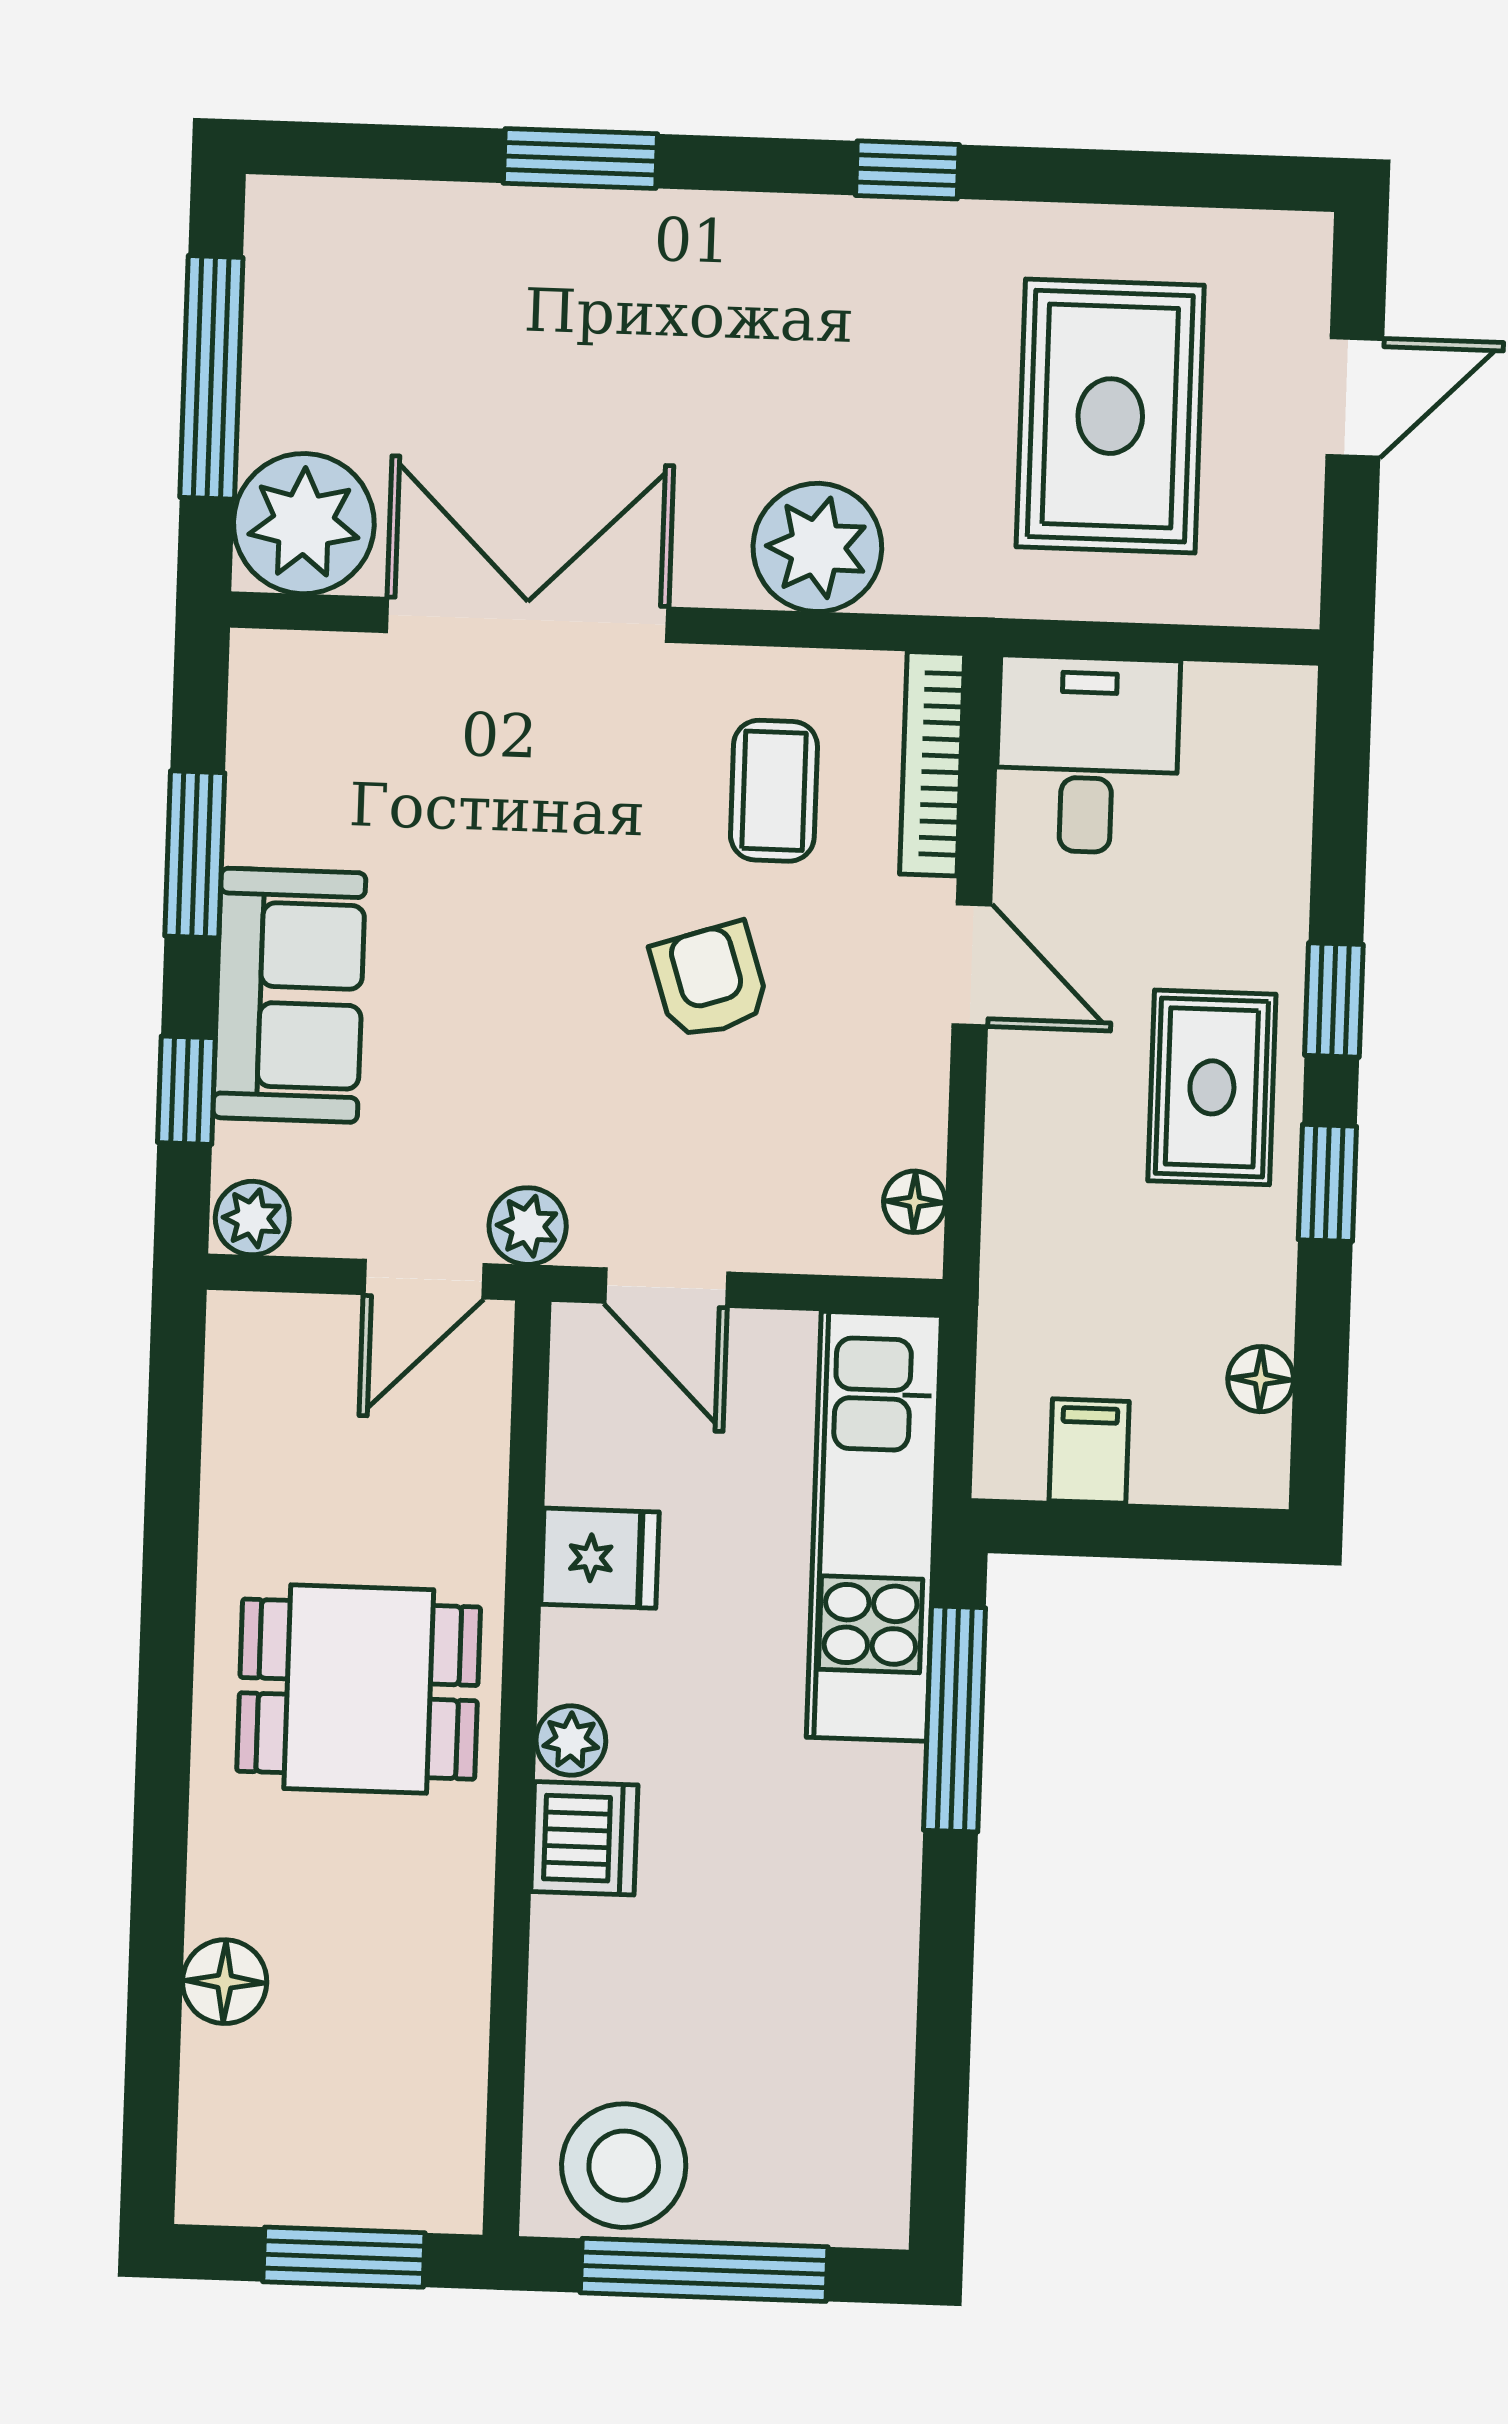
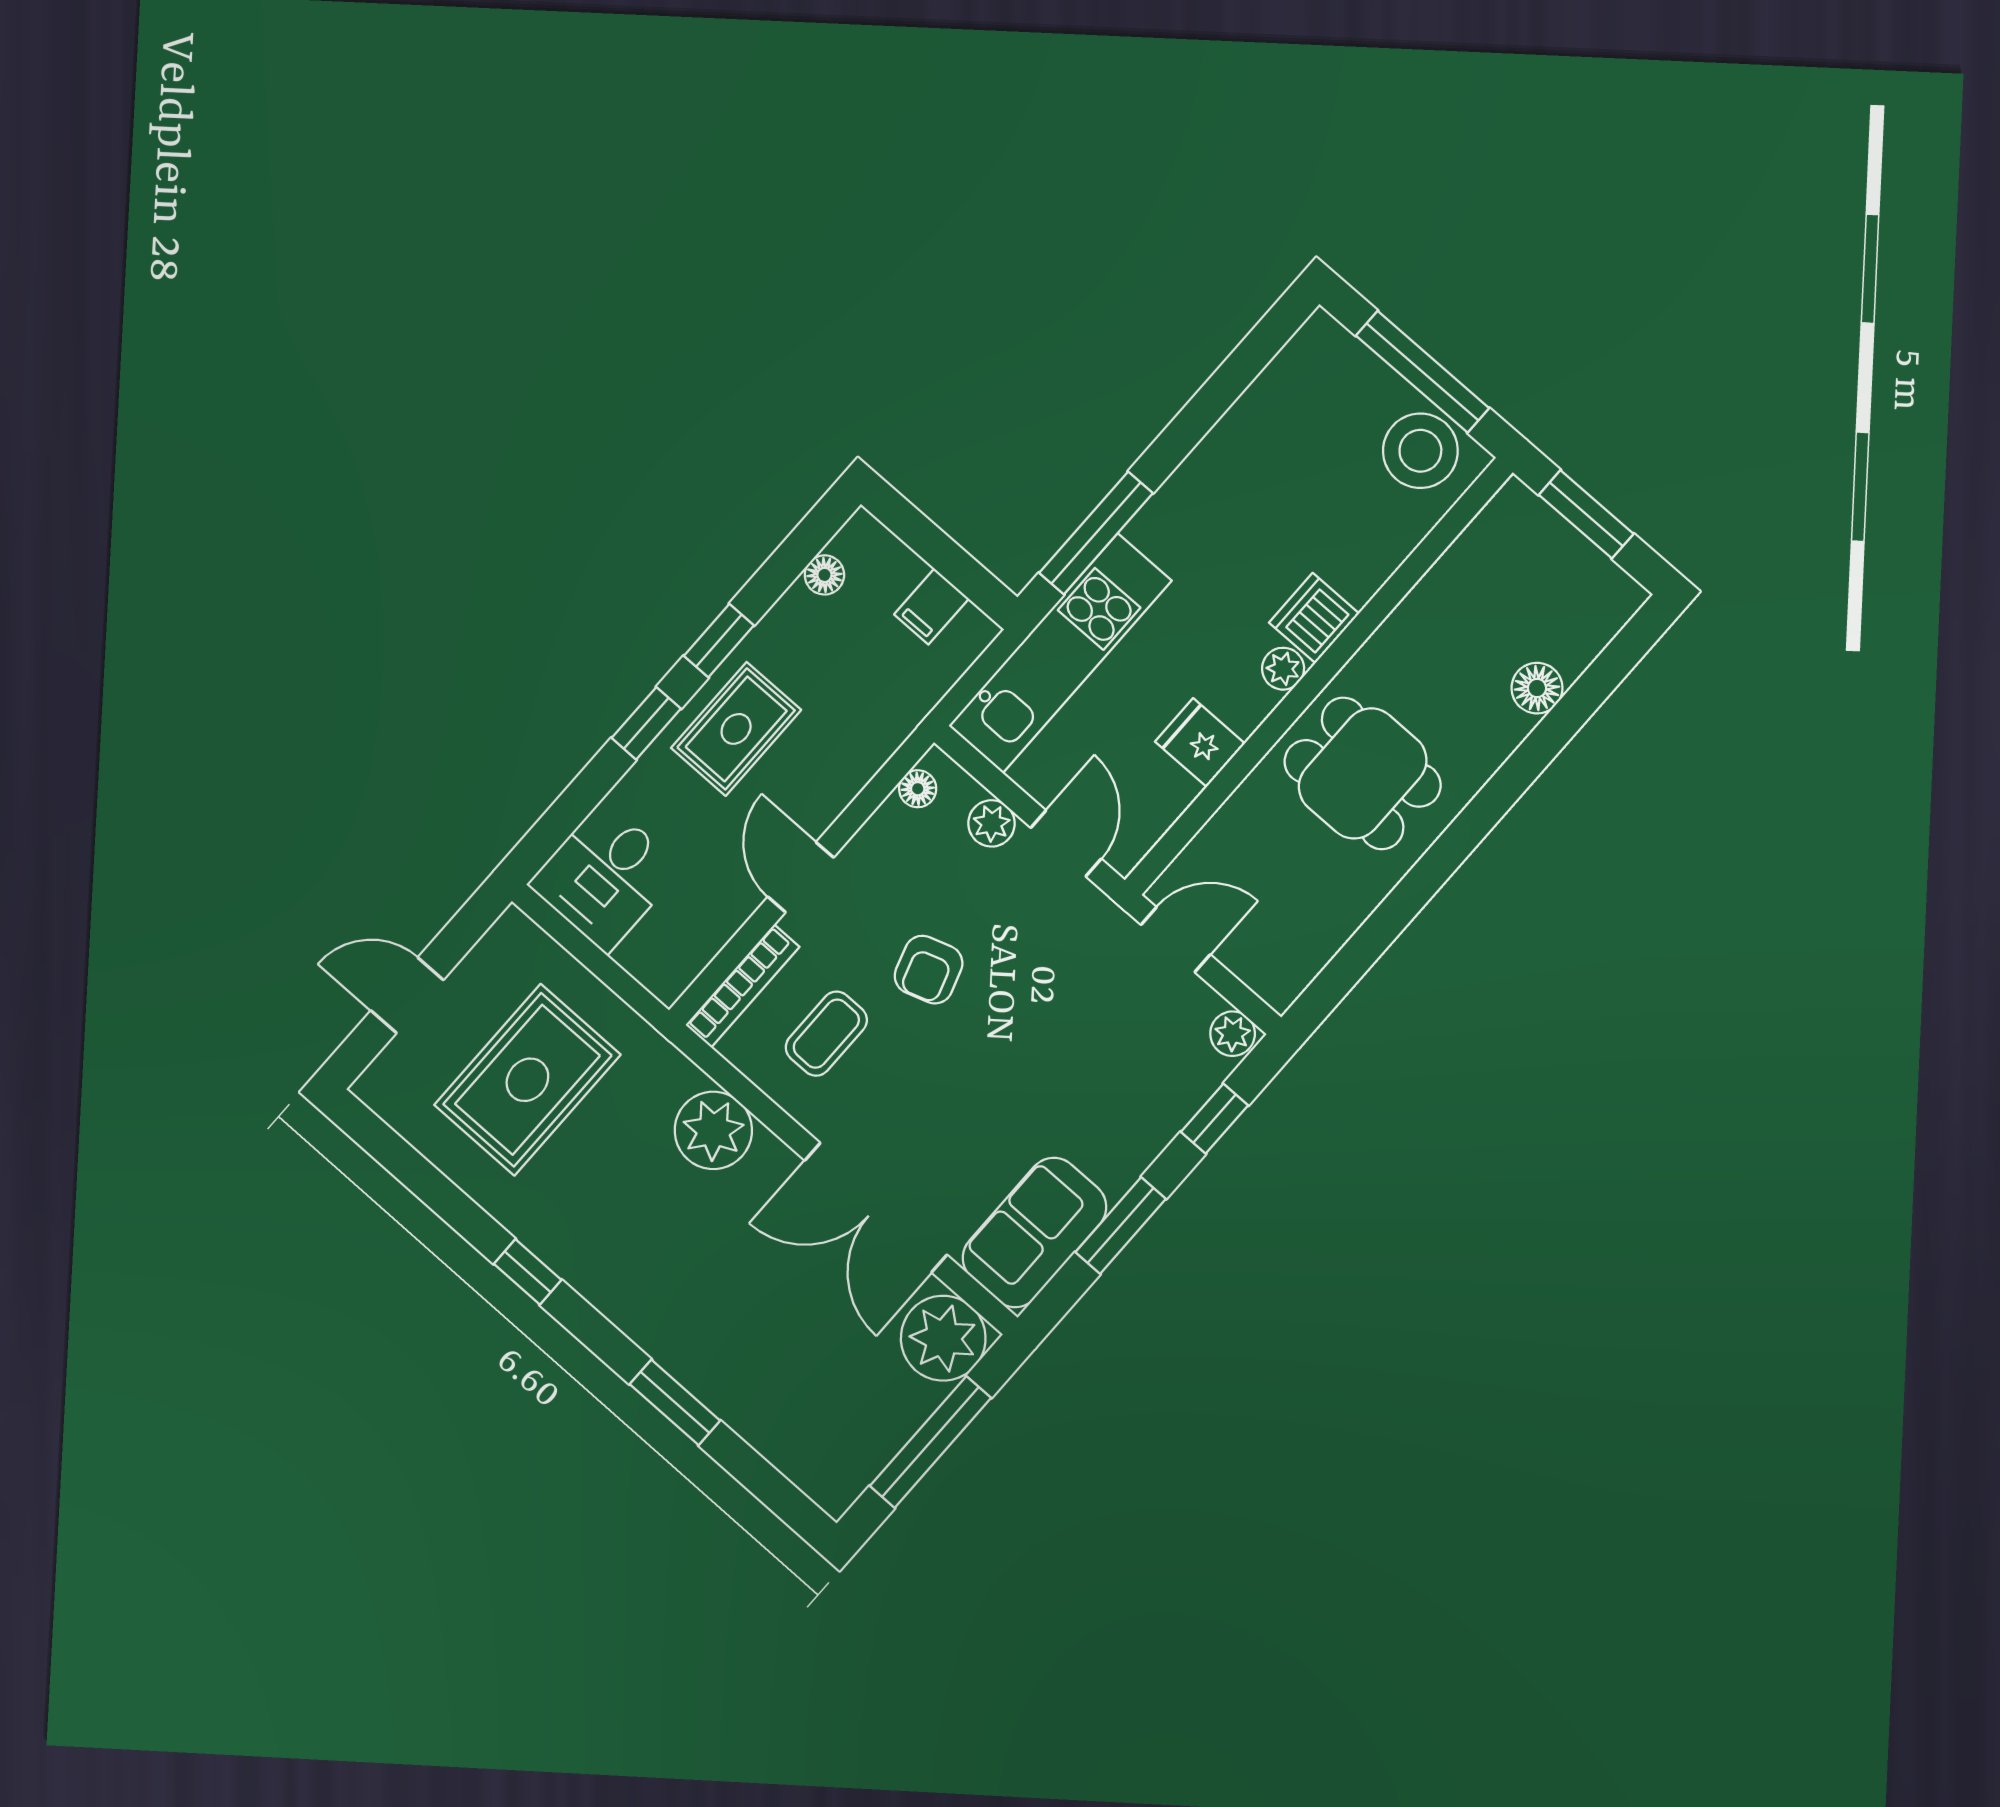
desk: (1087, 755) -> (605, 876), moved
sofa: (289, 995) -> (1034, 1232), moved
plant: (528, 1226) -> (992, 823), moved

